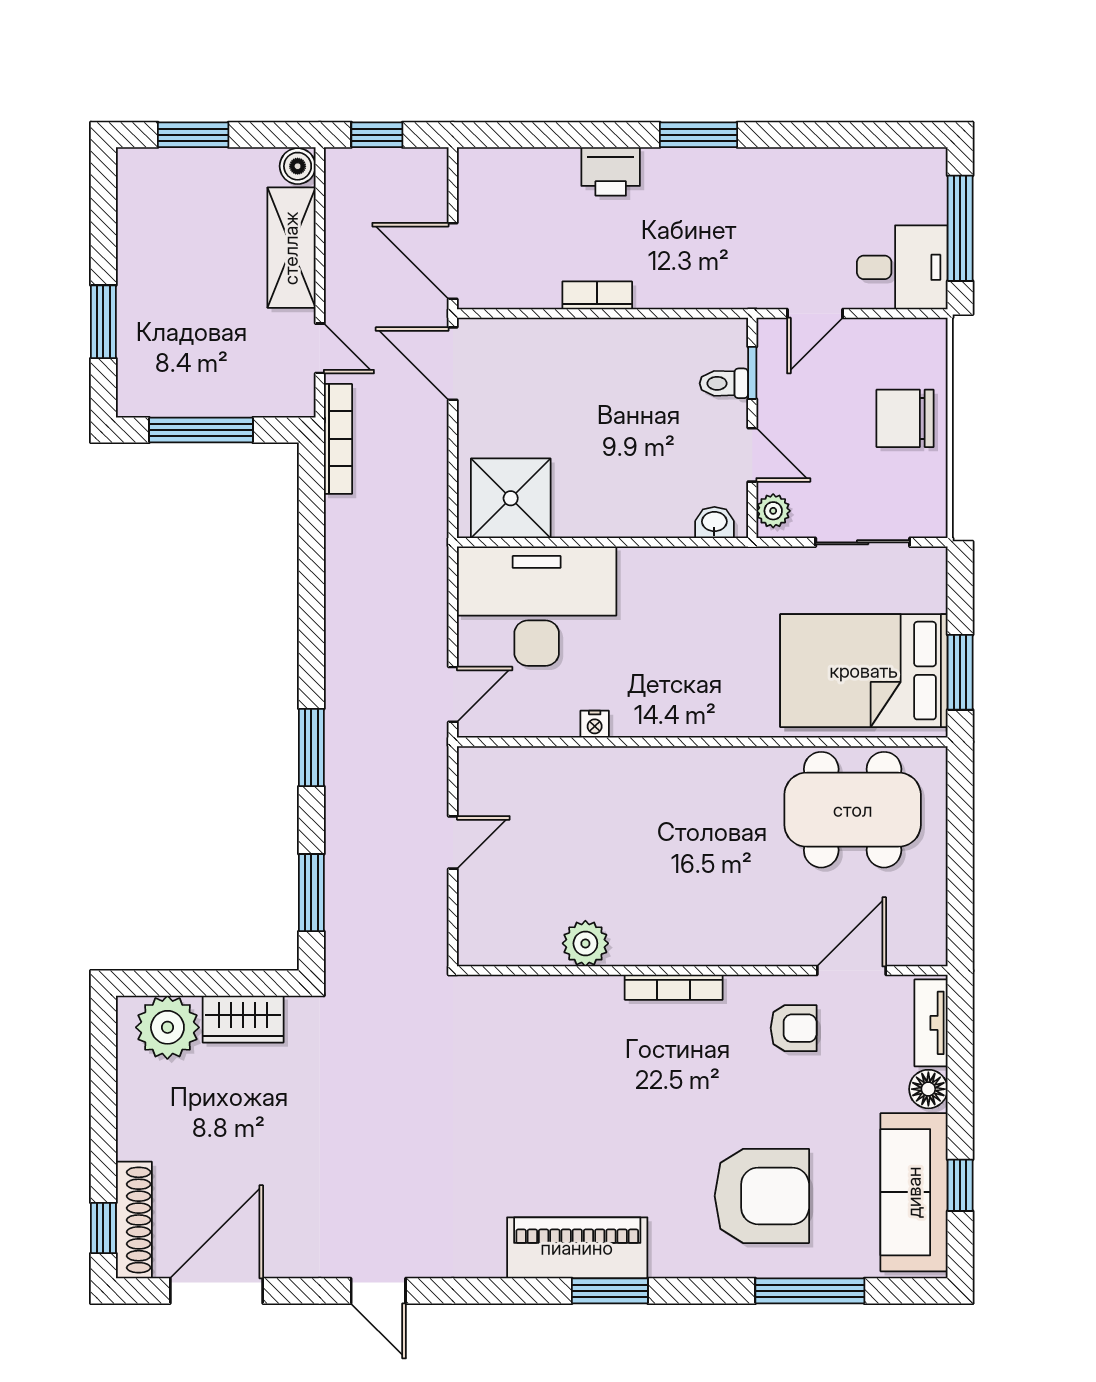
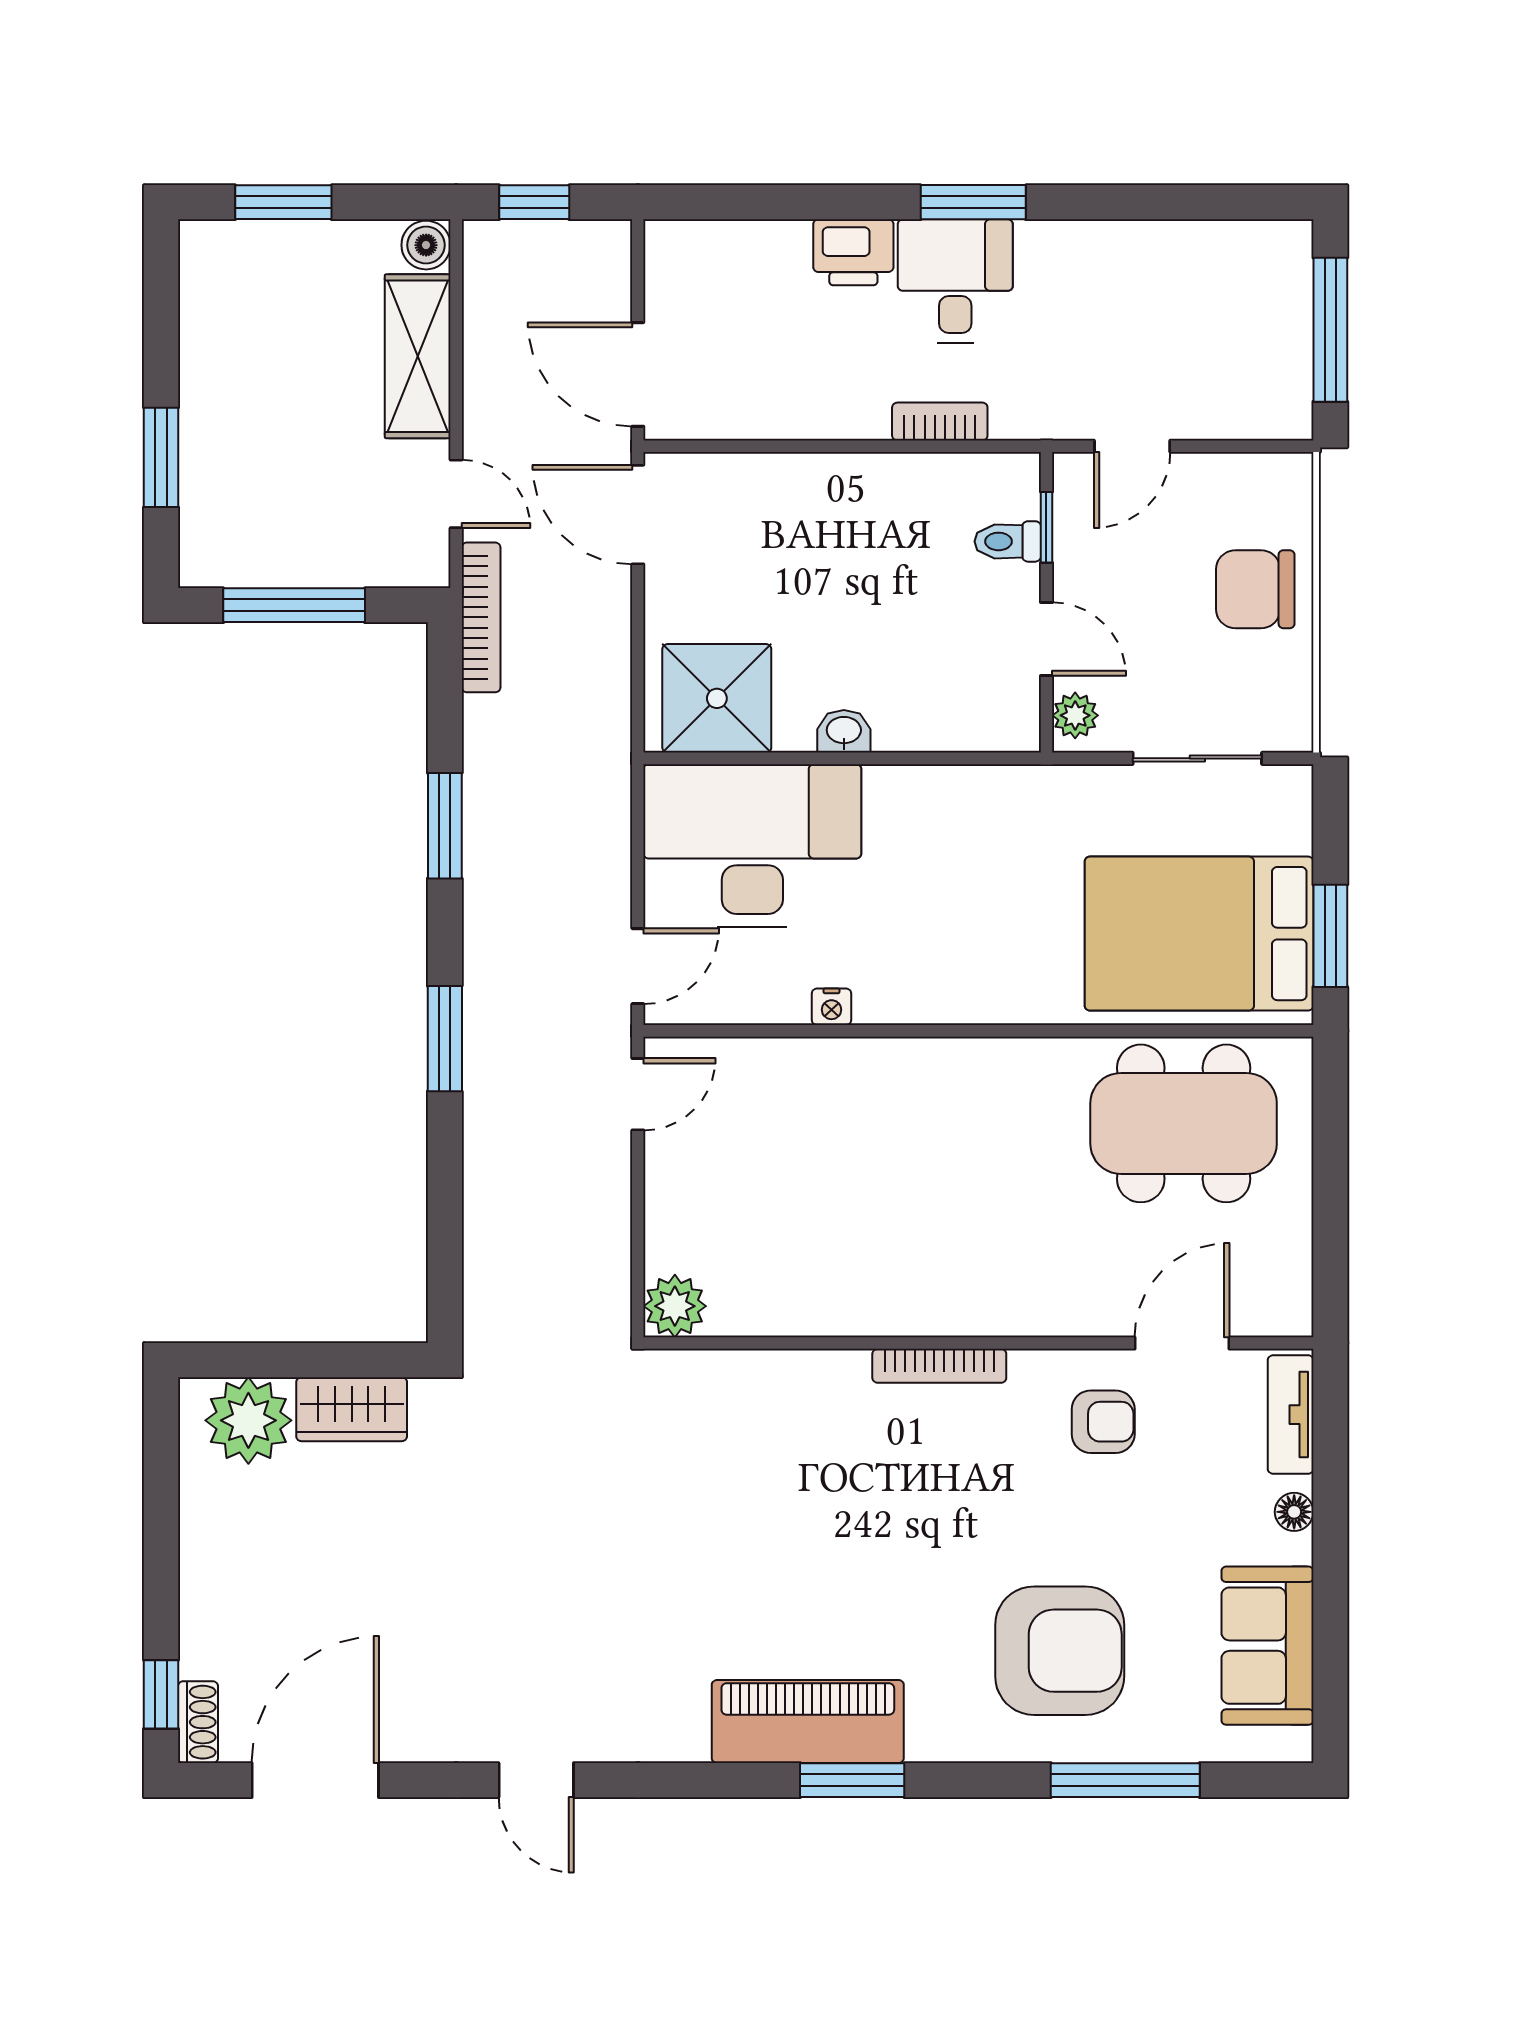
desk: (902, 267) -> (955, 281), moved, turned -90
bookcase: (597, 295) -> (940, 422), moved
washbasin: (714, 522) -> (844, 731), moved
door: (453, 842) -> (638, 1094), moved
window: (311, 893) -> (445, 826), moved
plant: (585, 943) -> (675, 1306), moved
floor lamp: (928, 1089) -> (1294, 1512), width x0.73, depth x0.73
window: (960, 1185) -> (1330, 1636), removed
sofa: (914, 1192) -> (1267, 1646), width x0.73
shoe rack: (134, 1220) -> (198, 1722), width x0.51, depth x0.81

